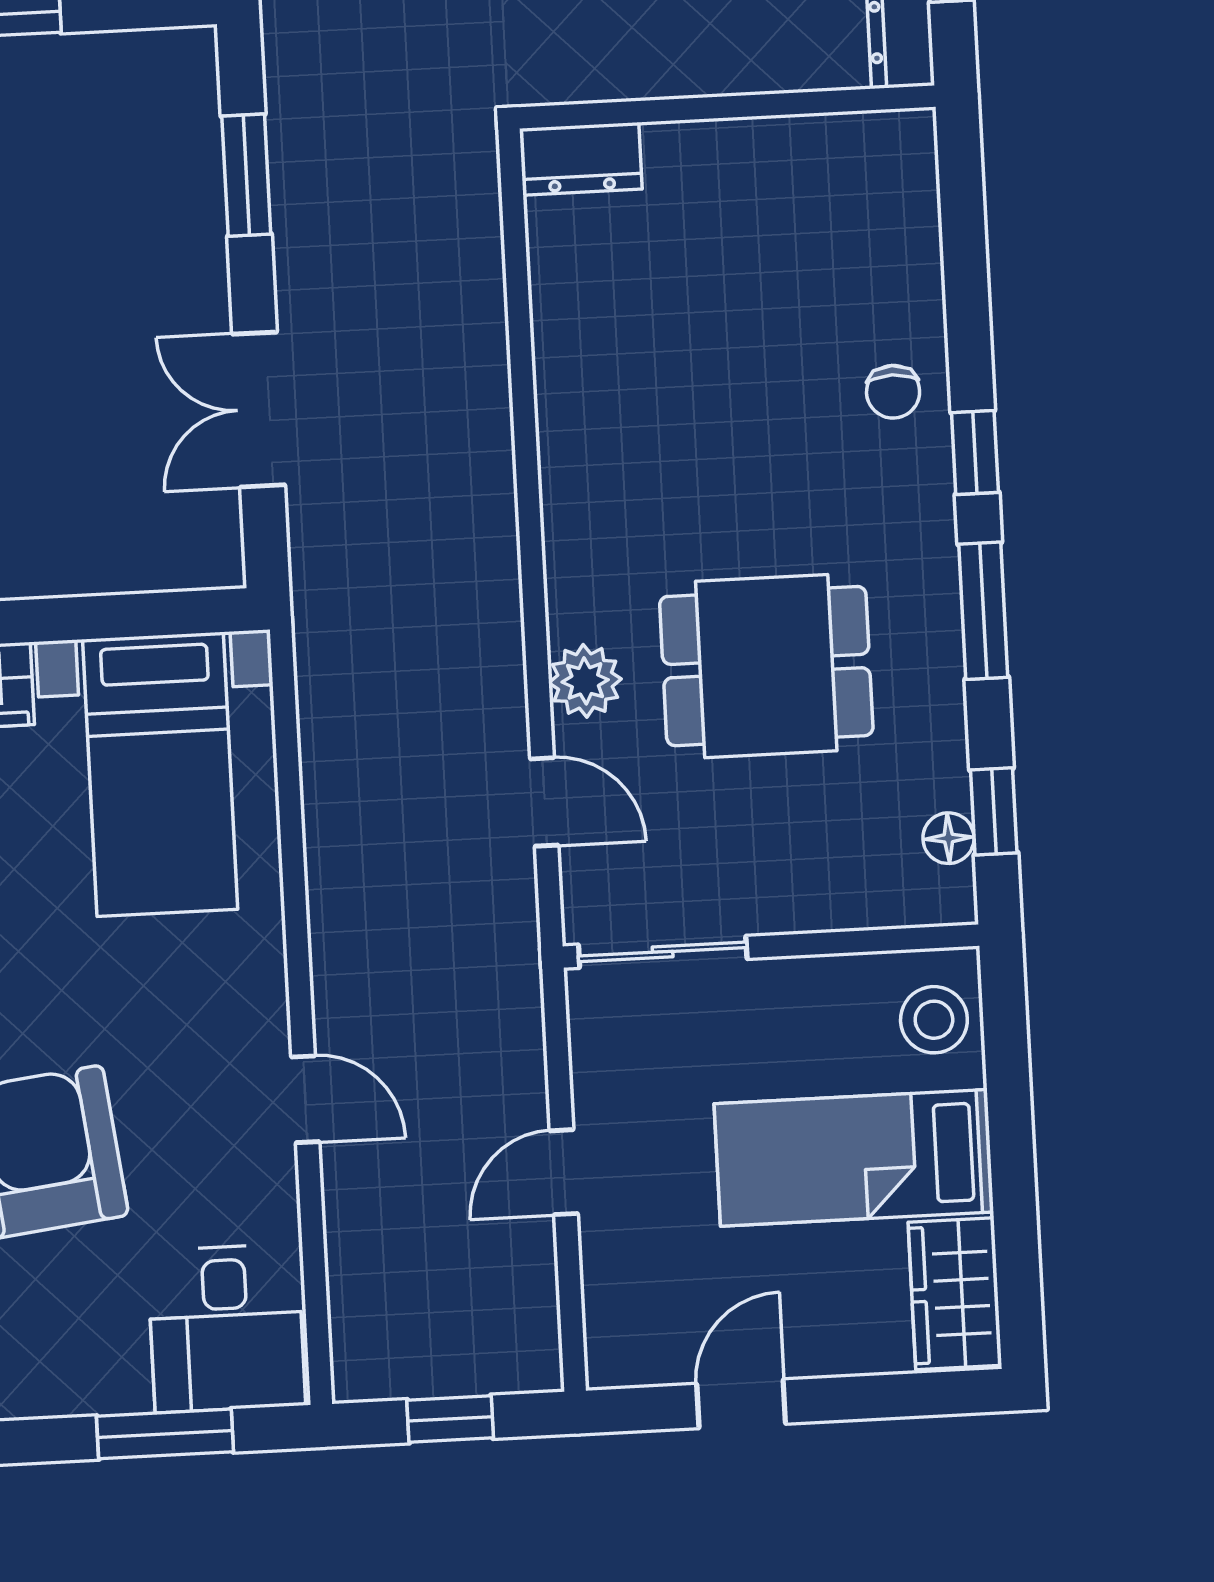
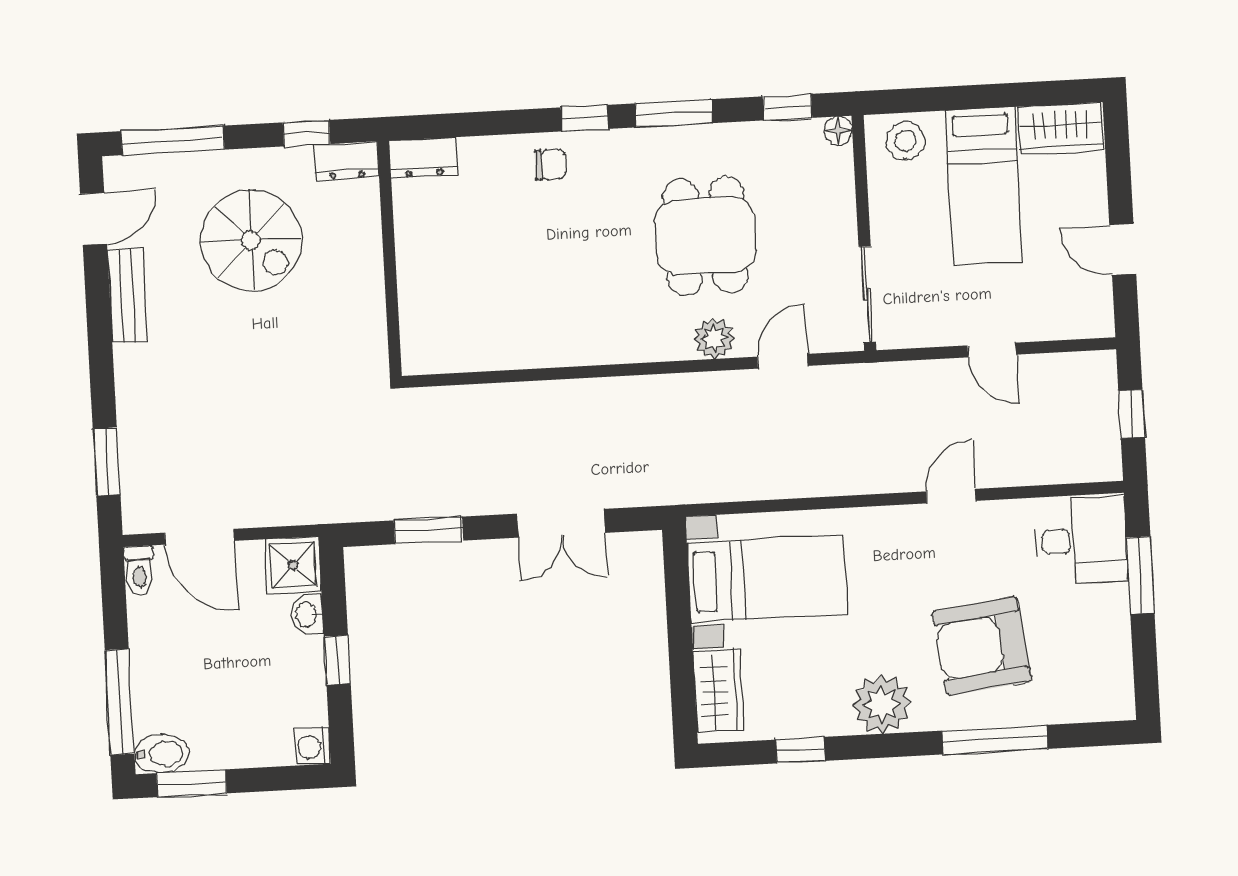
dresser: (581, 159) -> (424, 158), moved, turned 90
floor lamp: (948, 838) -> (838, 131), moved

